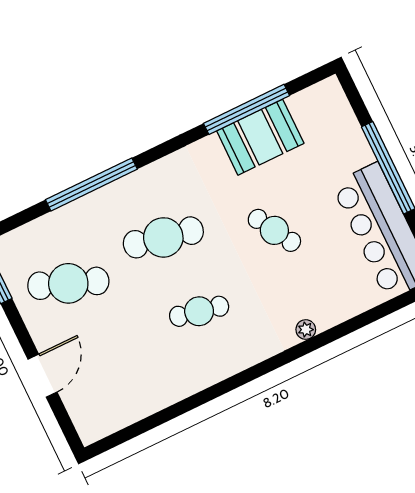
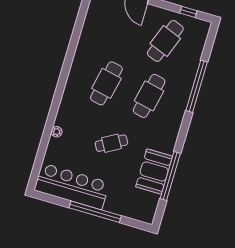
cafe table: (199, 311) -> (106, 83), width x1.37, depth x1.35
plant: (306, 330) -> (57, 132), moved

